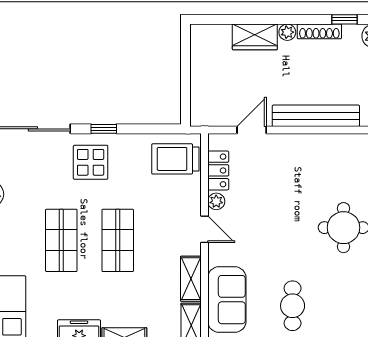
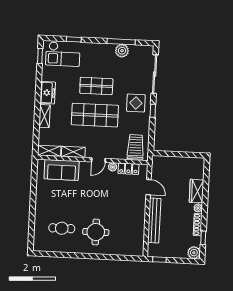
shop shelf: (118, 240) -> (95, 115), width x1.43, depth x1.36
cafe table: (293, 306) -> (62, 228), moved

